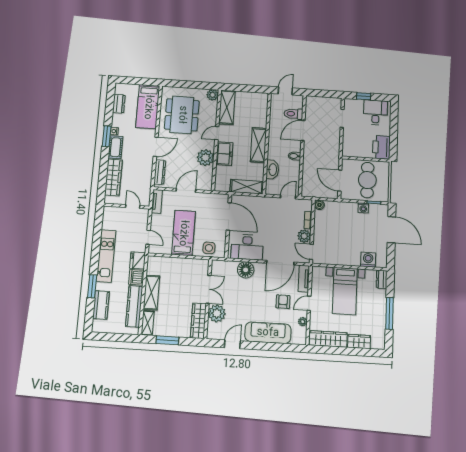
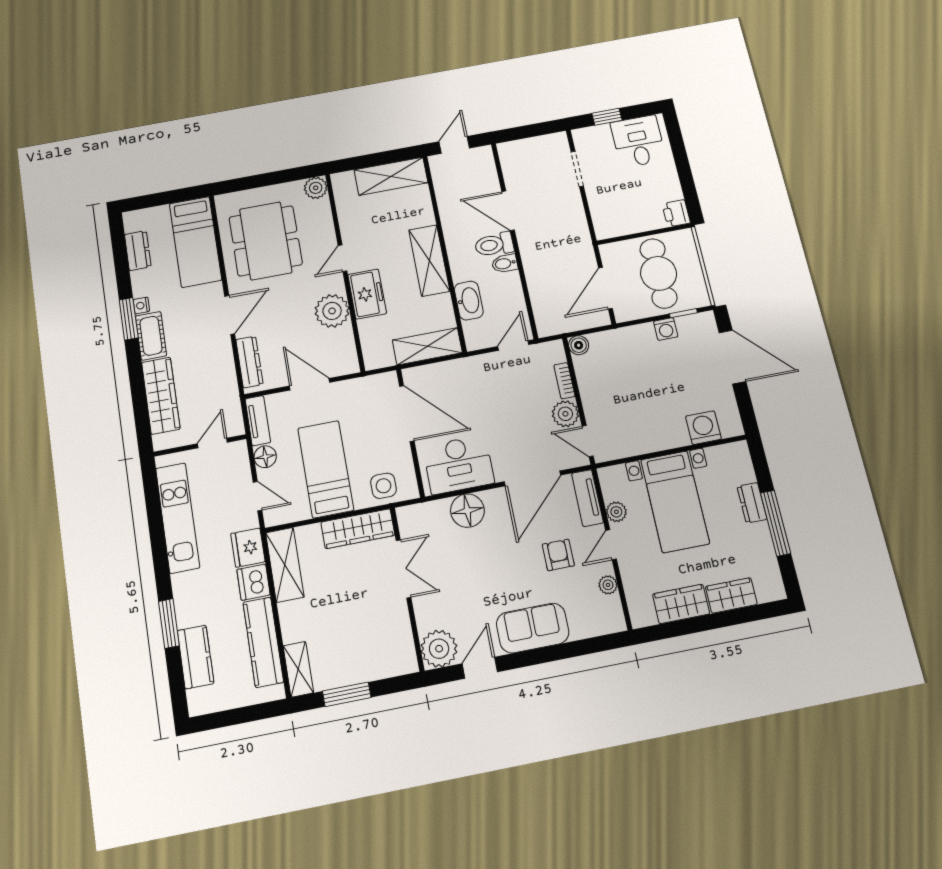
shelving: (227, 107) -> (391, 176), moved, turned 90
toilet: (293, 114) -> (494, 245), moved
door: (303, 130) -> (508, 211), hinge flipped
printer: (381, 147) -> (676, 213), width x0.53, depth x0.68
door: (340, 181) -> (605, 288), hinge flipped
door: (186, 190) -> (310, 384), hinge flipped
door: (133, 207) -> (212, 443), hinge flipped
floor lamp: (156, 220) -> (265, 457), added
kitchen unit: (106, 256) -> (178, 518), moved
dresser: (382, 279) -> (752, 503), moved
plant: (316, 289) -> (616, 512), added
shelving: (152, 293) -> (285, 565), moved
plant: (217, 313) -> (439, 649), moved
wardrobe: (198, 321) -> (358, 529), moved, turned -90
sofa: (268, 333) -> (533, 628), width x0.73
wardrobe: (328, 339) -> (681, 604), width x0.67

